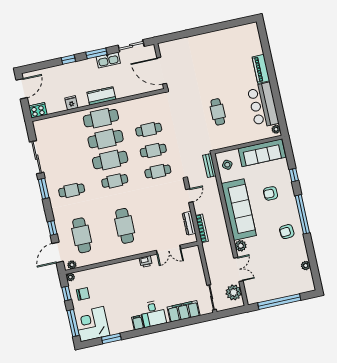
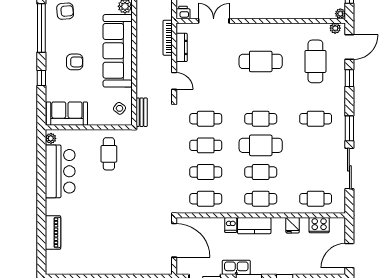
piano: (261, 69) -> (53, 232), moved
dishwasher: (120, 92) -> (231, 225), added
cafe table: (144, 109) -> (206, 199), added
cooker: (38, 110) -> (319, 225), moved
cafe table: (218, 112) -> (109, 154), moved
cafe table: (101, 118) -> (261, 199), width x0.73, depth x0.74
cafe table: (58, 128) -> (316, 199), added
cafe table: (106, 139) -> (261, 172), width x0.73, depth x0.74
sofa: (262, 153) -> (67, 114), width x0.73
door: (189, 196) -> (174, 81), swing flipped
cafe table: (125, 226) -> (261, 61), turned 90
printer: (146, 262) -> (183, 12), moved

